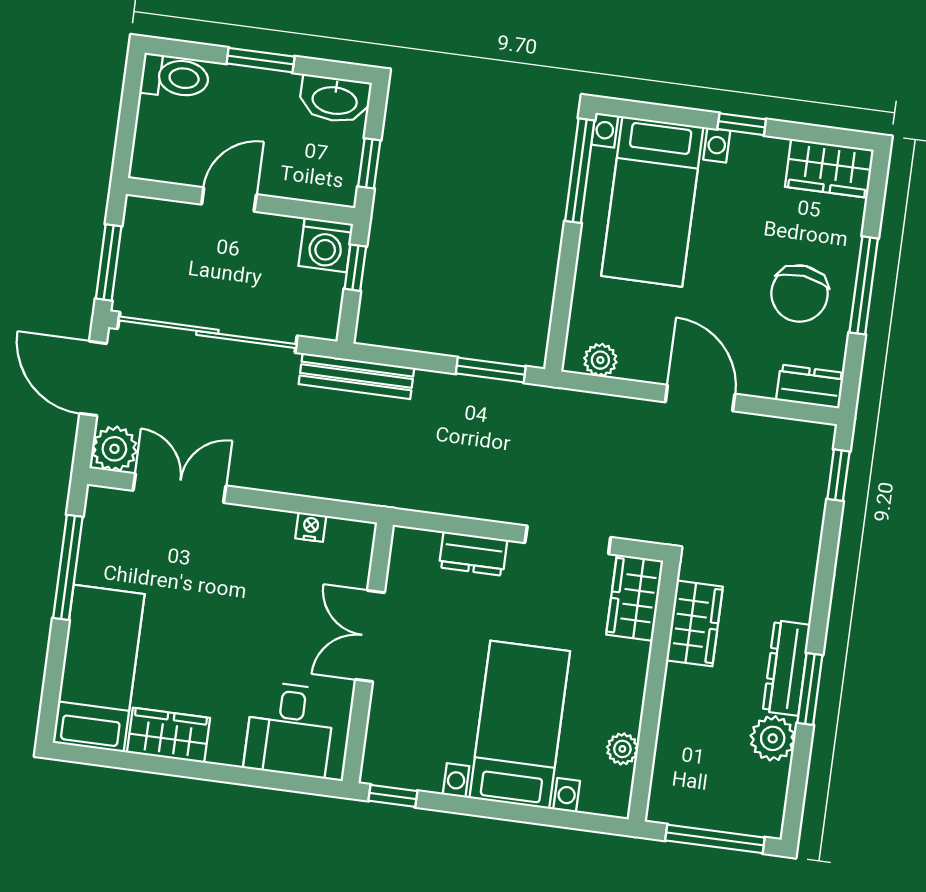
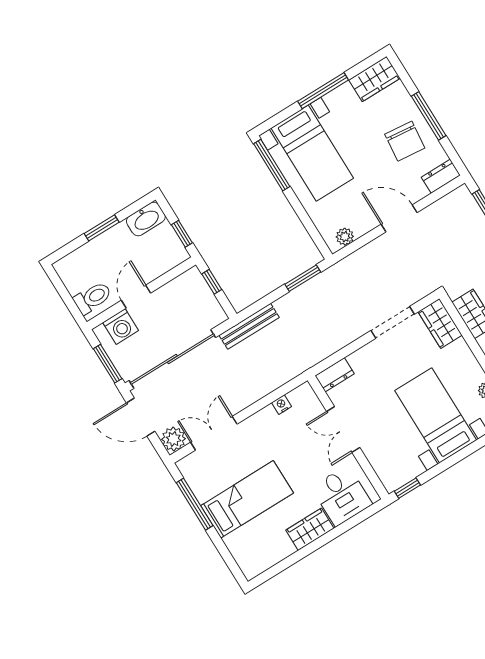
toilet: (175, 77) -> (93, 298), moved
window: (742, 124) -> (323, 91), width x2.17
washing machine: (326, 245) -> (121, 326), moved
dresser: (473, 554) -> (335, 375), moved
bed: (99, 668) -> (247, 499), moved, turned 90
wardrobe: (168, 735) -> (310, 529), moved

